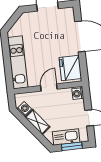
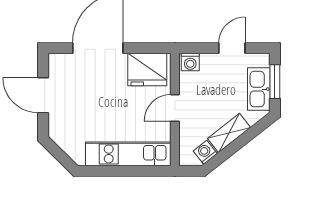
door: (49, 87) -> (175, 108), hinge flipped

